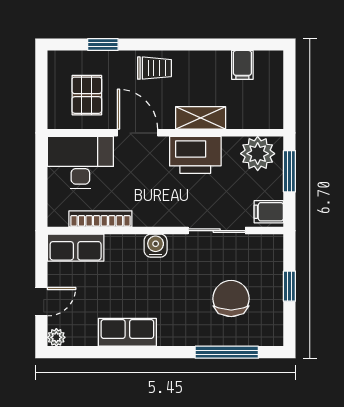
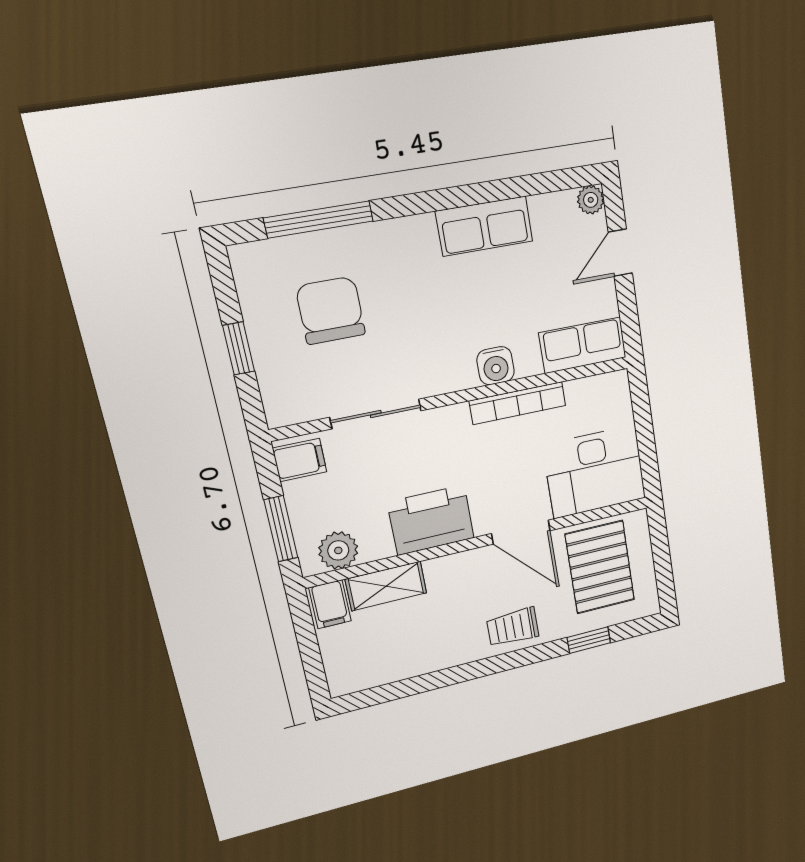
filing cabinet: (242, 65) -> (330, 604), moved, turned 180
pallet: (87, 95) -> (600, 567), width x1.50, depth x1.42
shelving: (201, 118) -> (386, 586), moved
plant: (258, 154) -> (338, 550), width x0.73, depth x0.73
bookcase: (100, 219) -> (518, 403), moved
water cooler: (156, 246) -> (496, 366), moved
chair: (231, 299) -> (331, 310), turned 180

